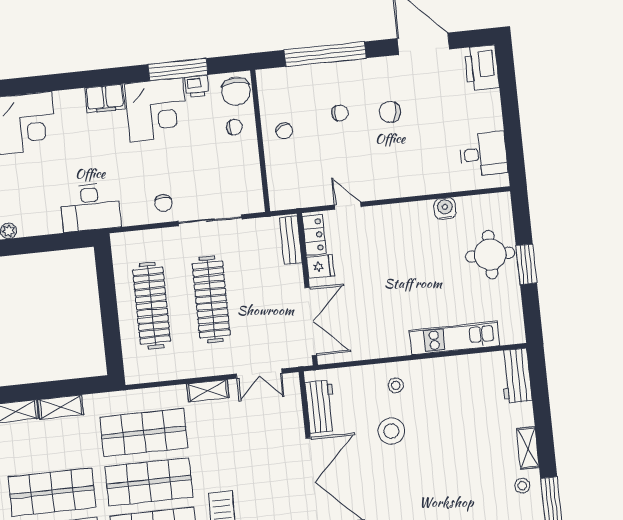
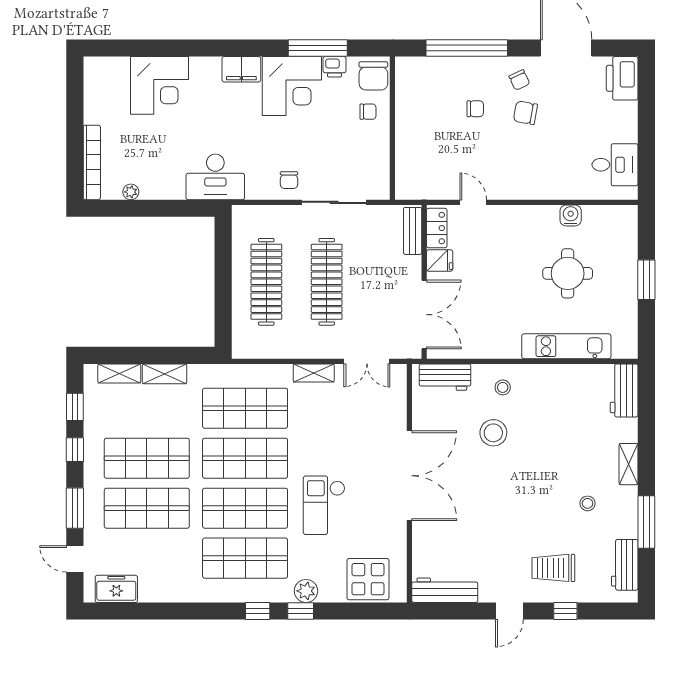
chair: (284, 131) -> (519, 80), moved
round table: (490, 255) -> (568, 273), moved
workbench: (321, 407) -> (445, 377), moved, turned 90
stool: (522, 486) -> (588, 503), moved

